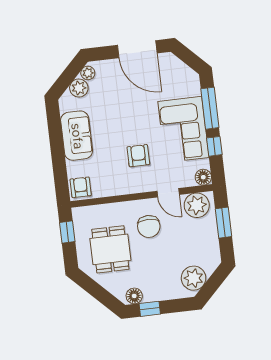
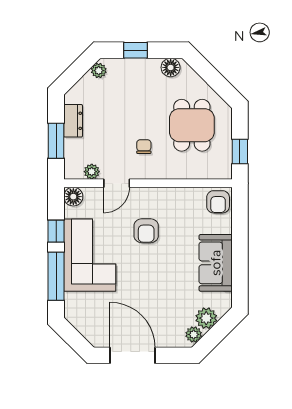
door: (168, 193) -> (117, 183), swing flipped
plant: (197, 205) -> (92, 172), width x0.53, depth x0.53
chair: (149, 226) -> (144, 147), width x0.54, depth x0.54
dresser: (211, 241) -> (73, 121), added
plant: (194, 278) -> (99, 71), width x0.53, depth x0.53
window: (150, 309) -> (136, 50), moved

